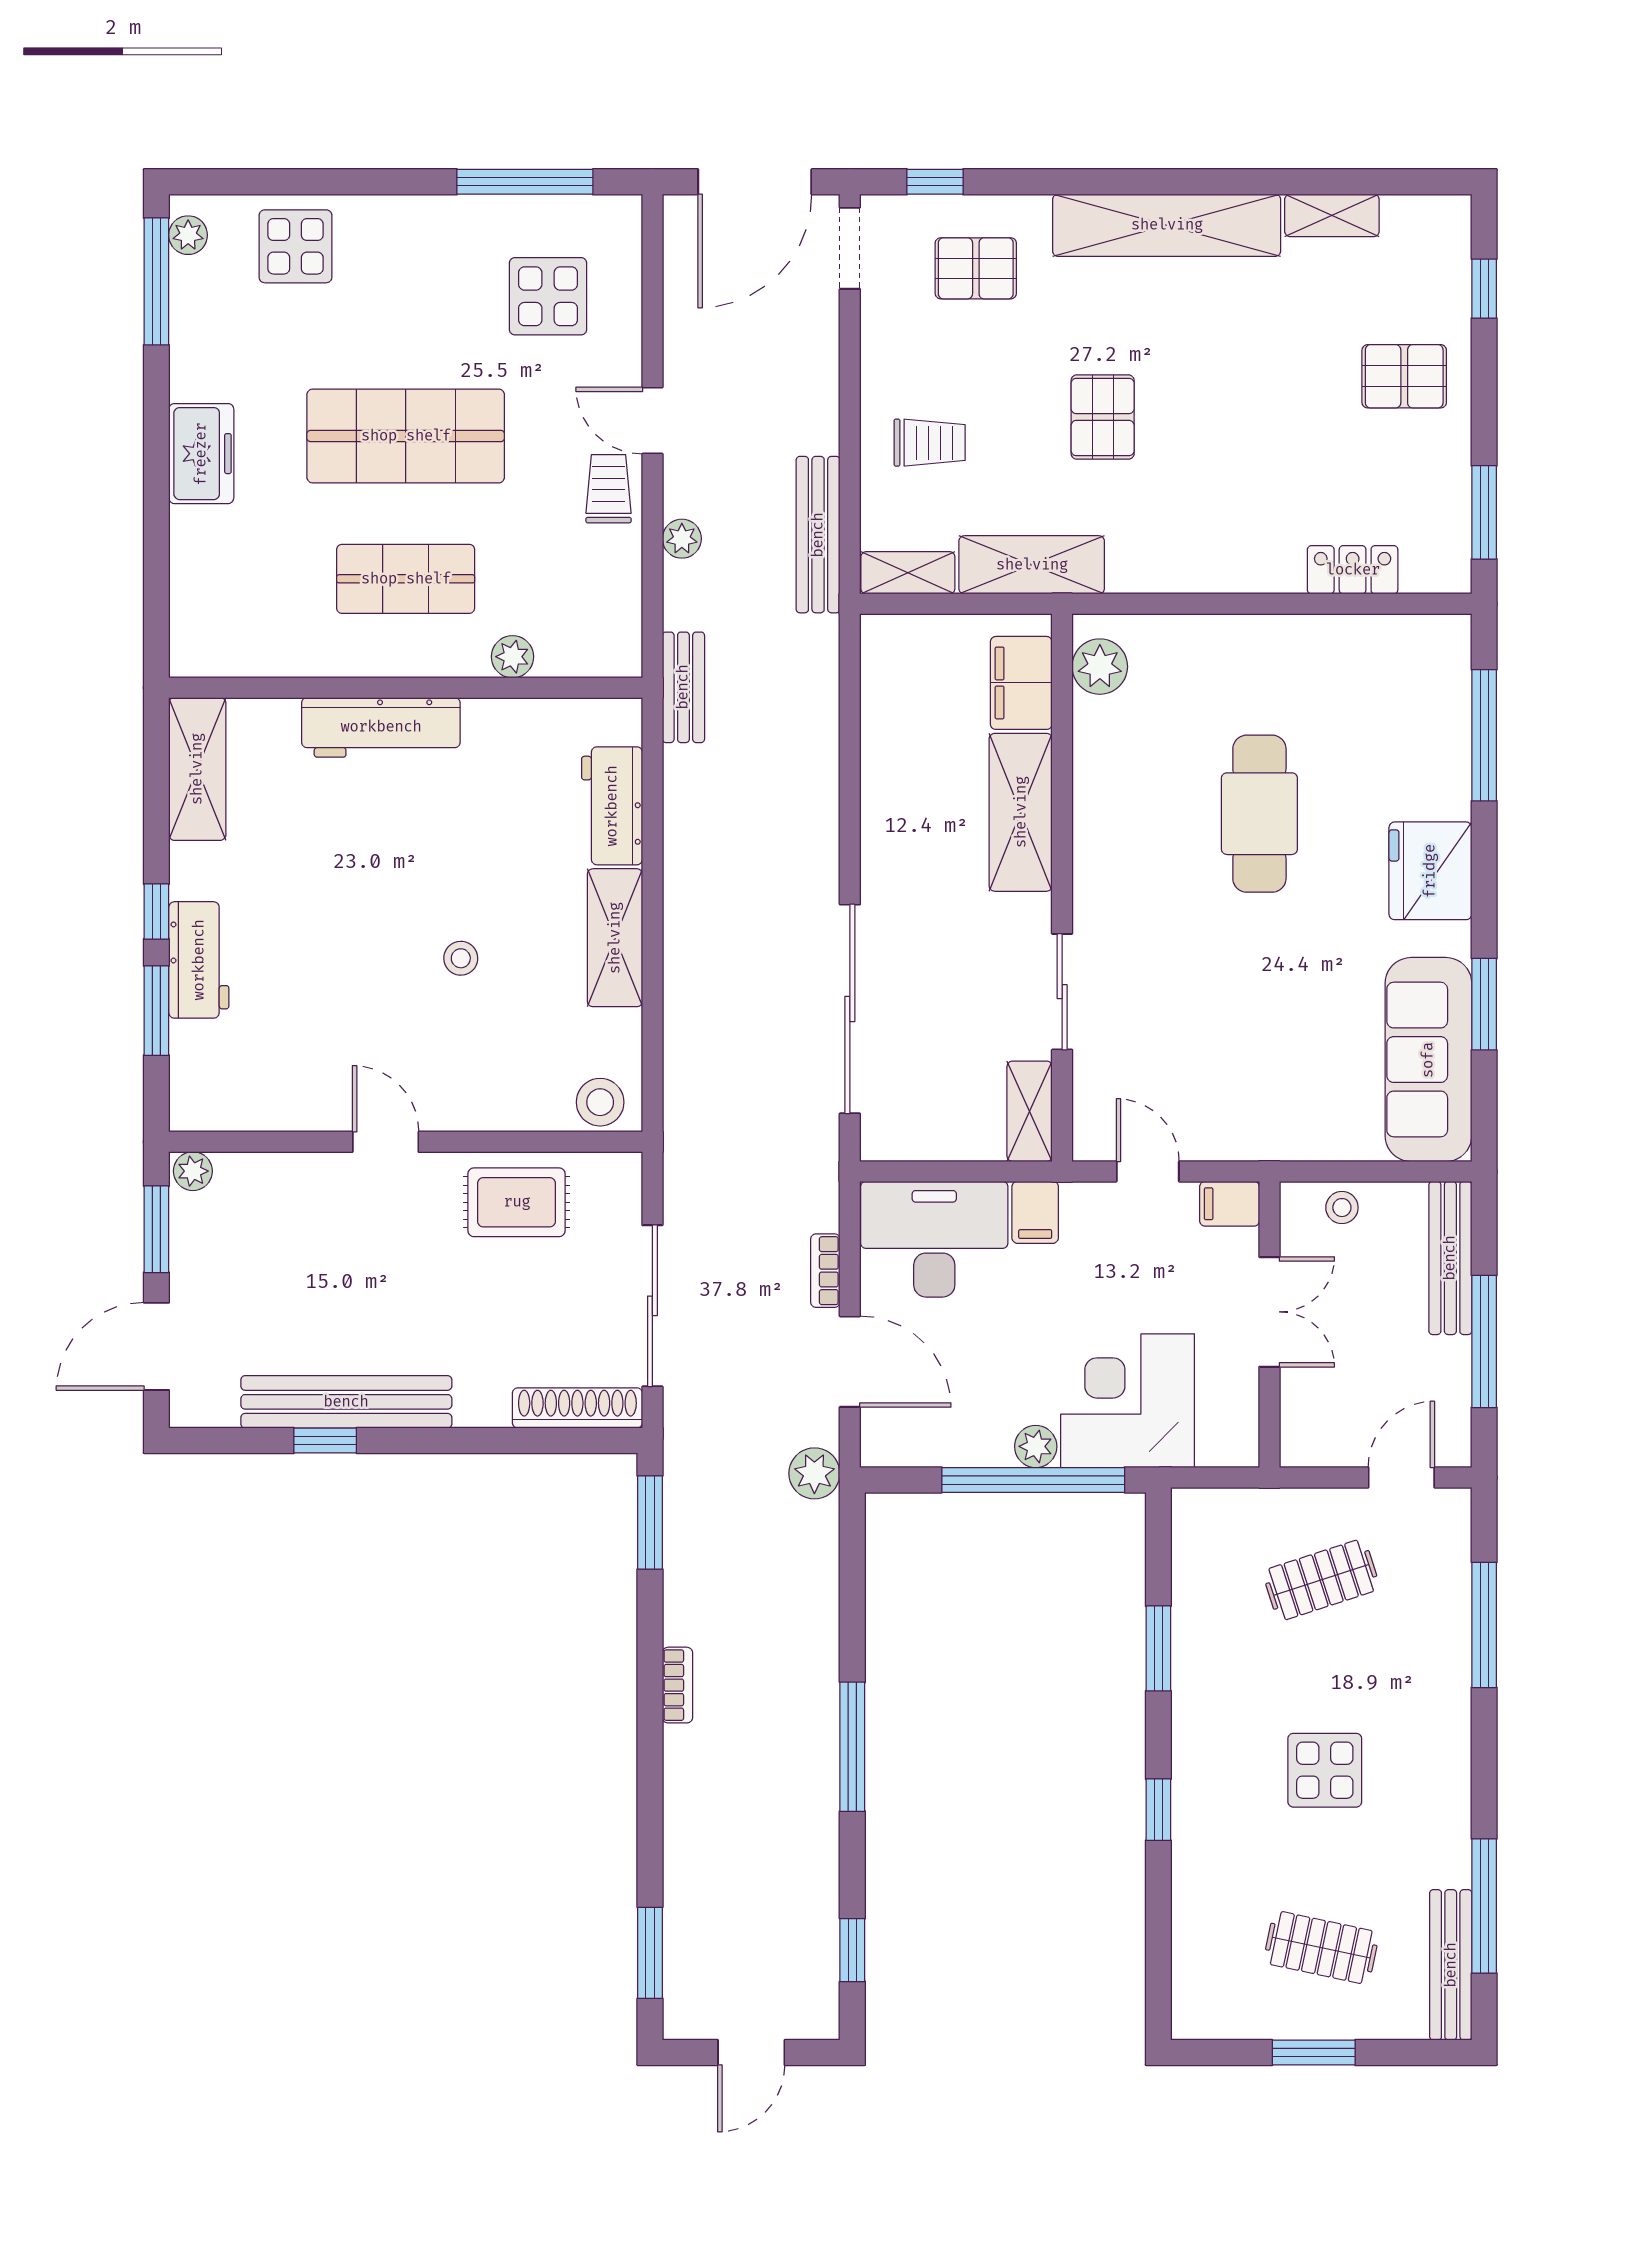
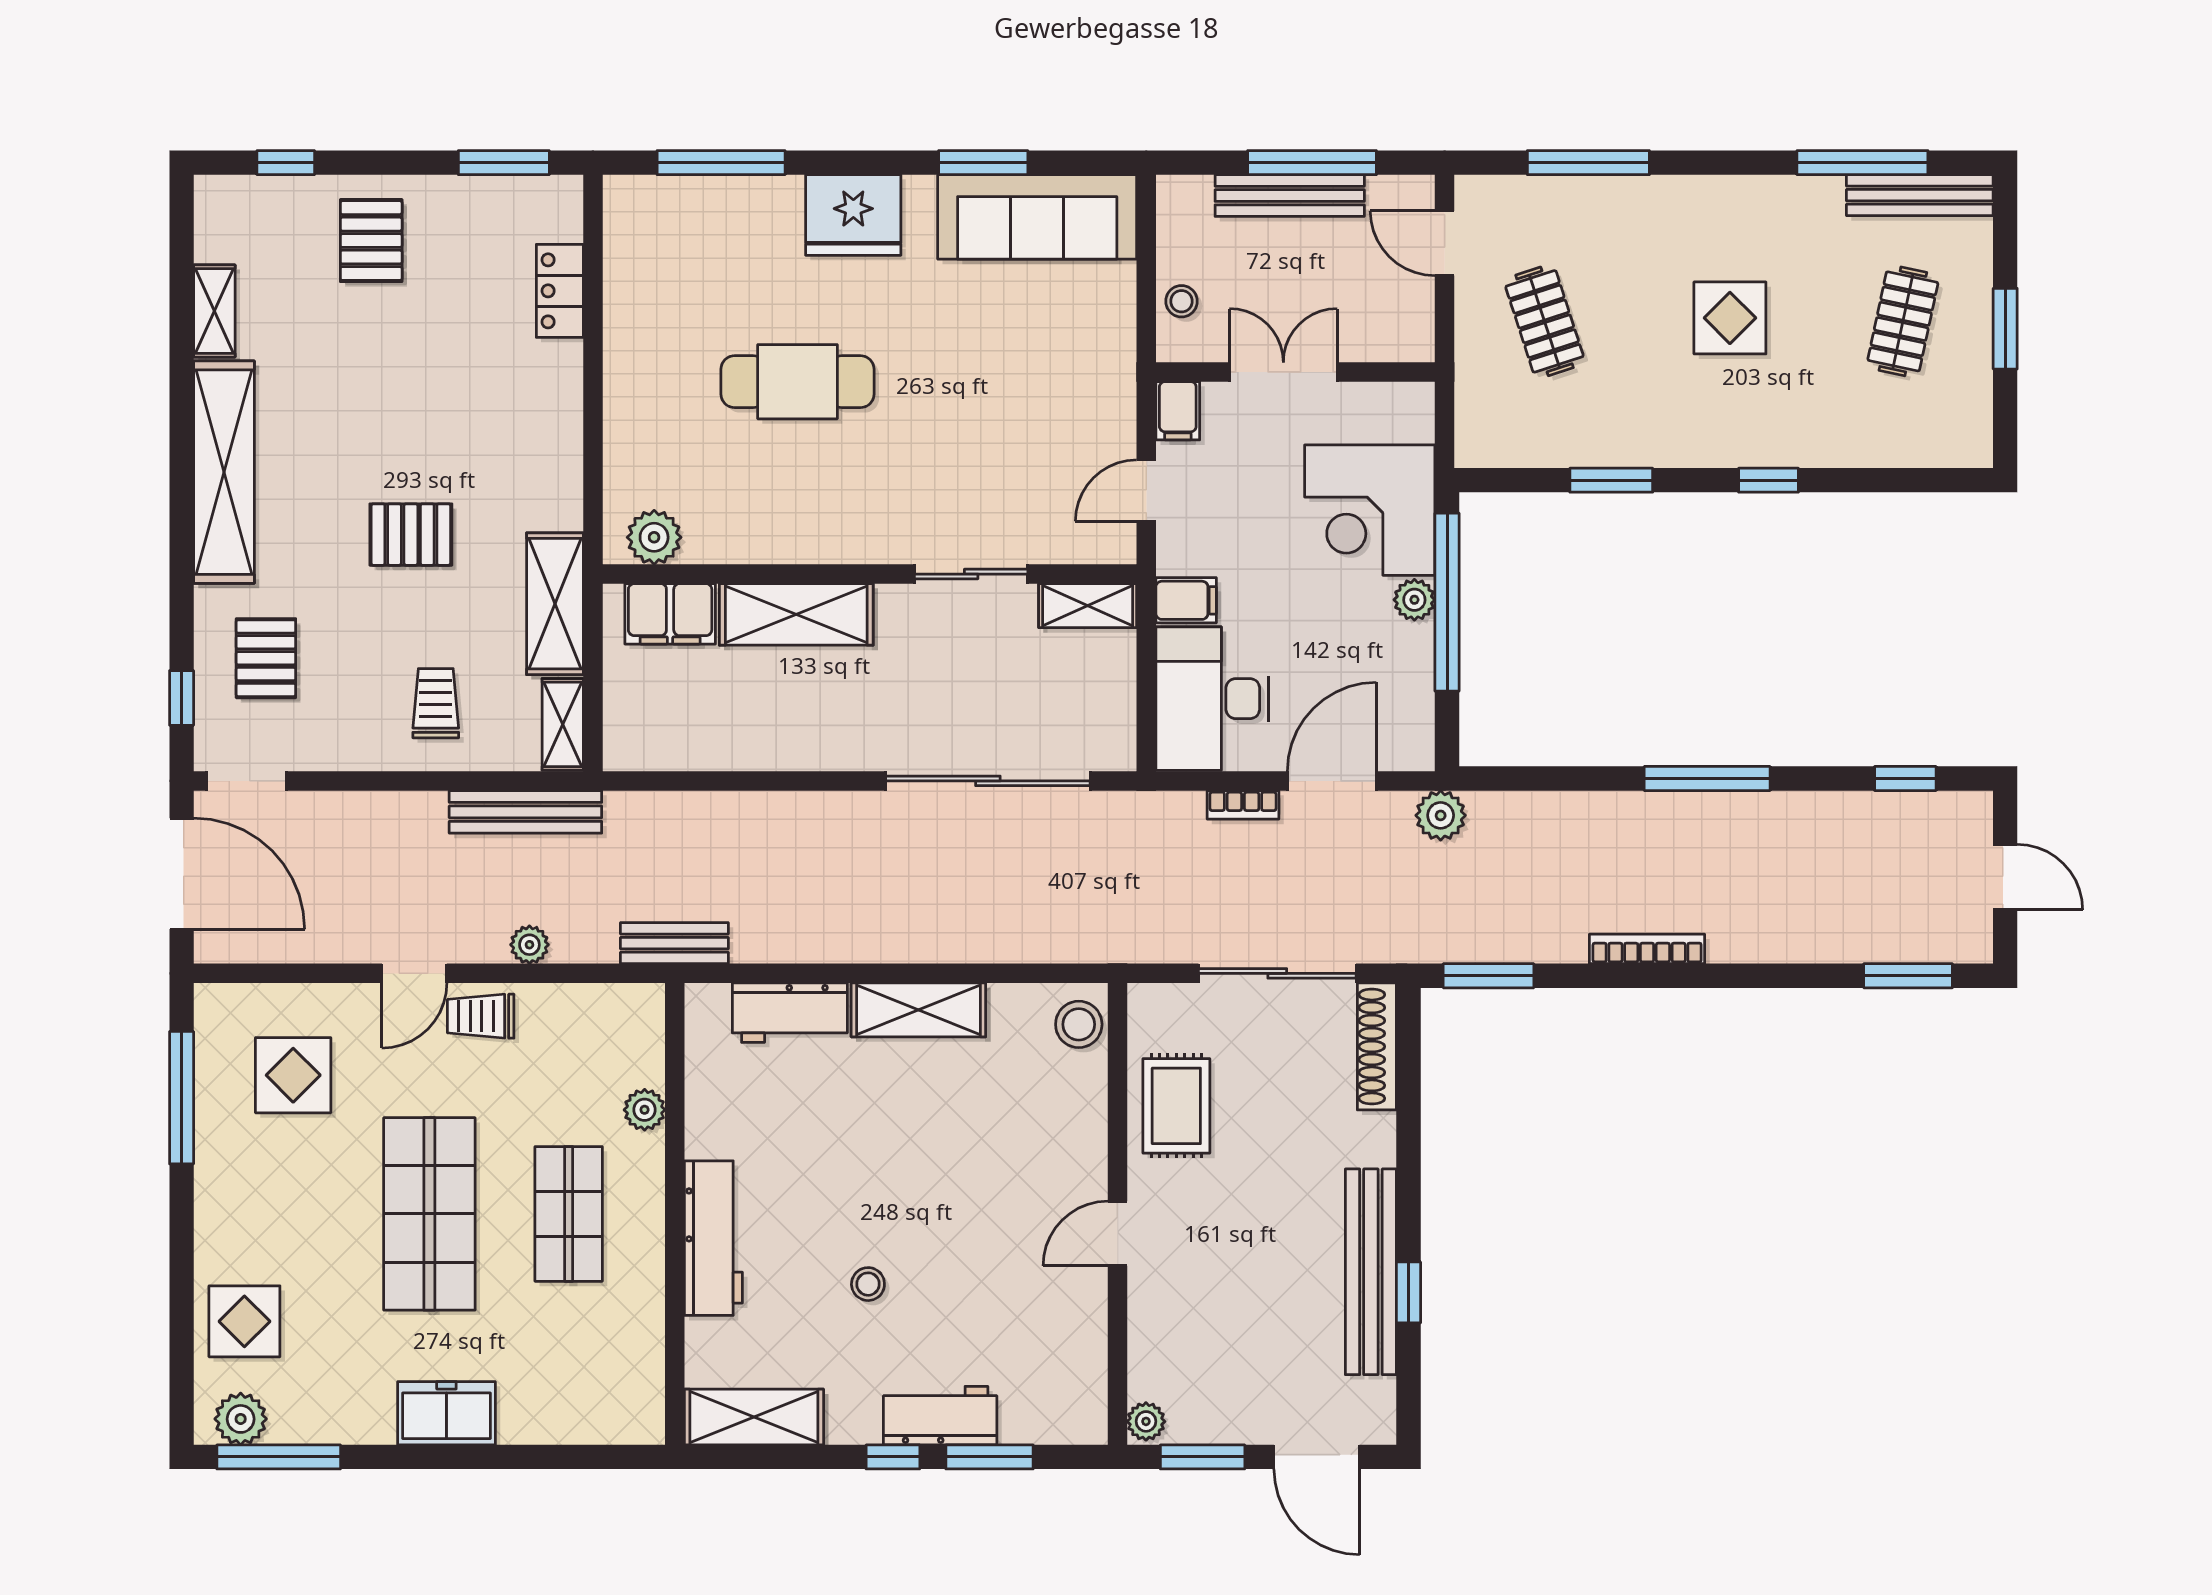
plant: (188, 235) -> (241, 1419), width x1.38, depth x1.38
stool: (461, 958) -> (868, 1284), moved
bench: (1450, 1258) -> (1290, 196), moved
bookcase: (677, 1685) -> (1647, 949), width x1.56

